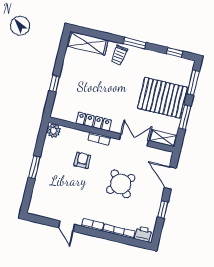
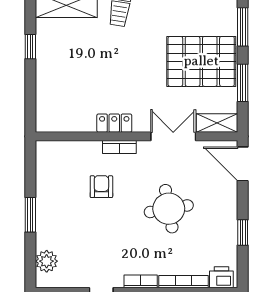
window: (54, 84) -> (30, 47), moved
locker: (94, 122) -> (114, 123), width x0.66
plant: (54, 131) -> (47, 261), moved
door: (170, 178) -> (243, 164), moved
round table: (121, 184) -> (169, 209), turned 33

